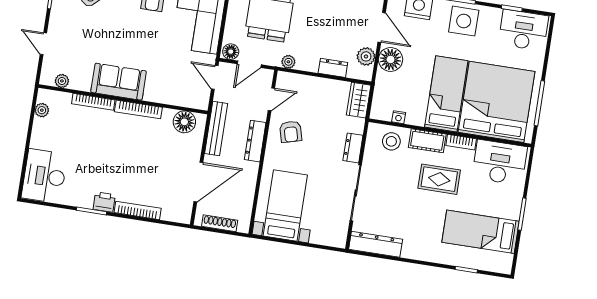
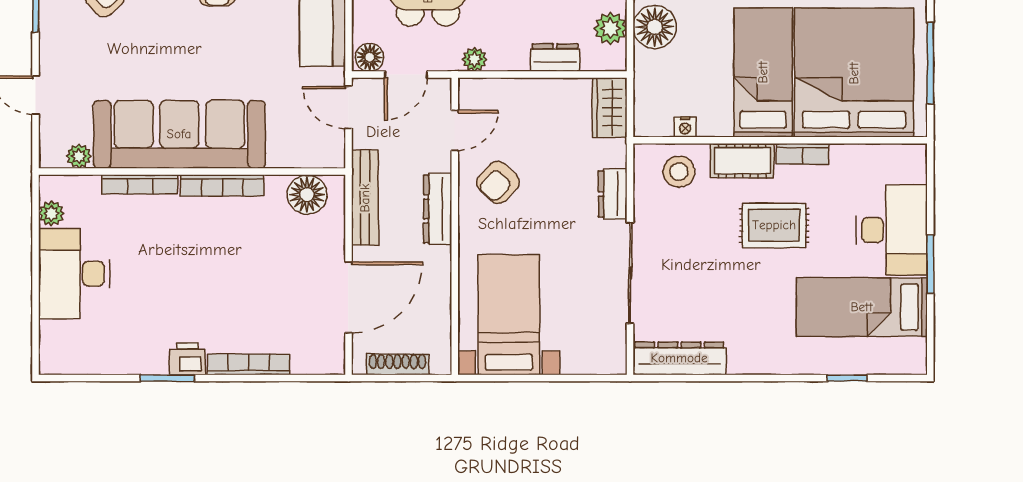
sofa: (119, 82) -> (179, 134), width x1.85, depth x1.27
armchair: (291, 132) -> (498, 182), turned 58
desk: (500, 162) -> (892, 230), moved, turned 90
desk: (44, 176) -> (74, 274), moved

